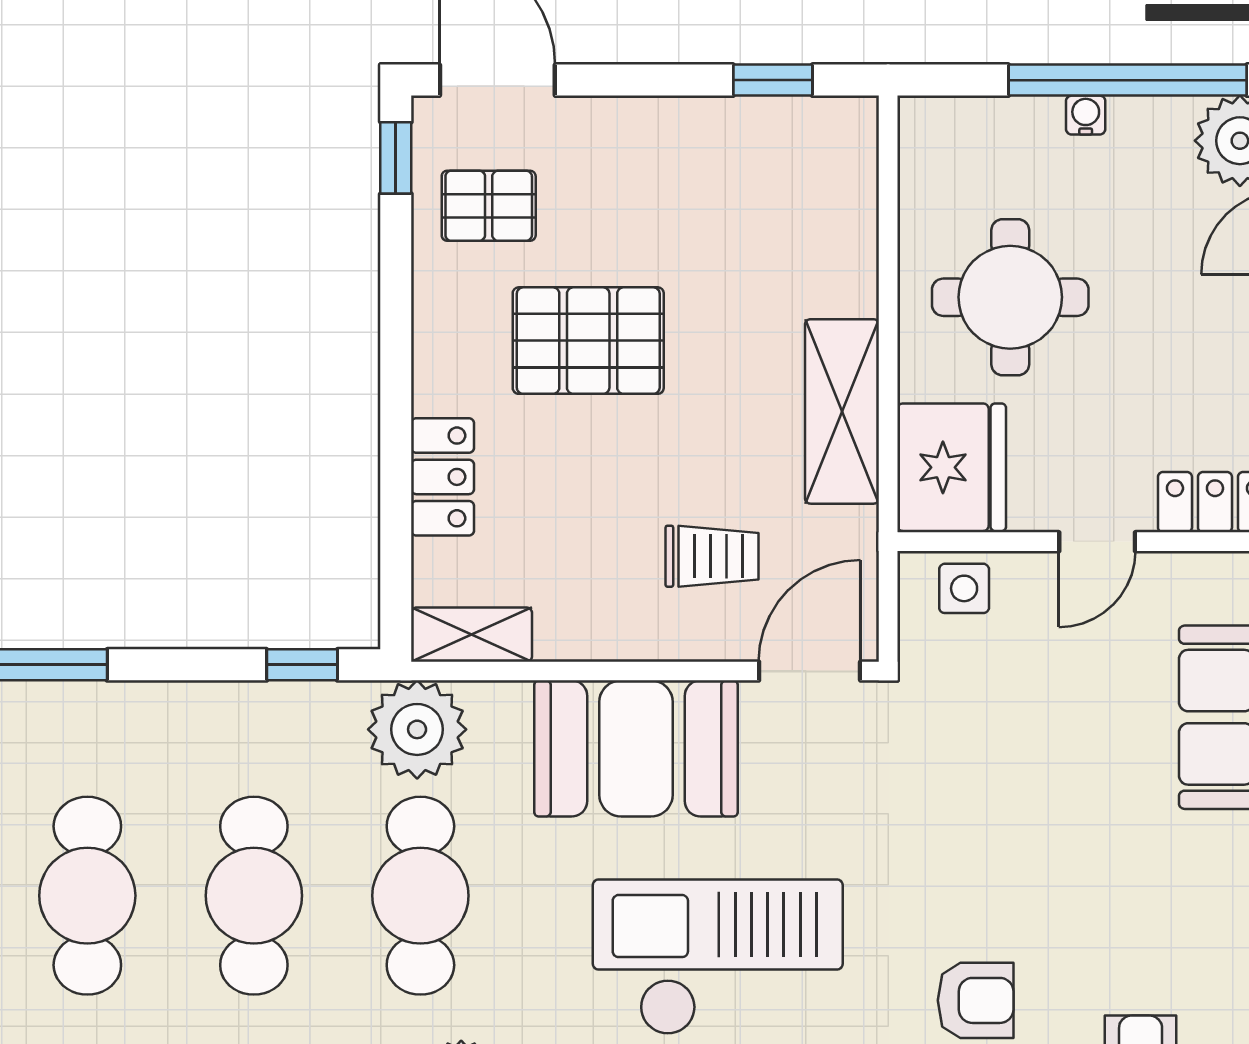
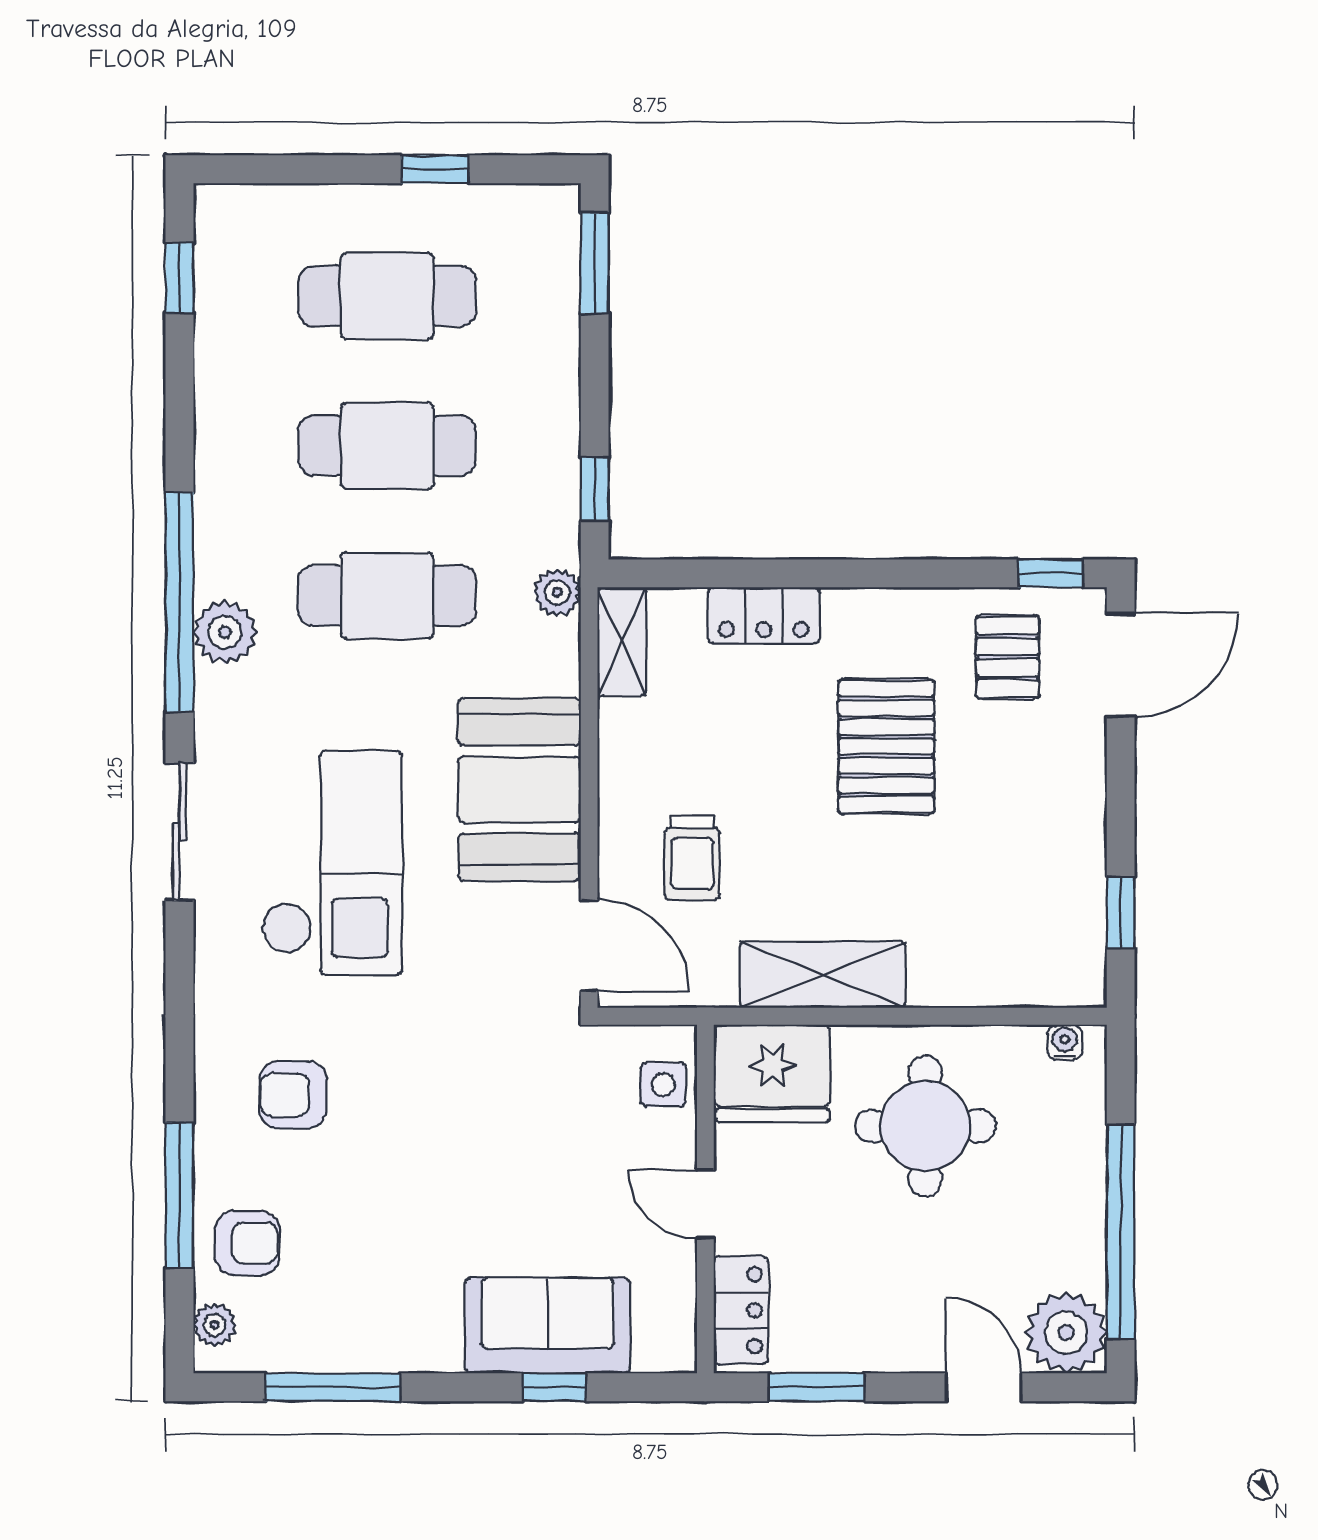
water cooler: (1086, 115) -> (1065, 1042), moved, turned -90
plant: (417, 729) -> (557, 592), width x0.53, depth x0.53
armchair: (976, 1000) -> (293, 1095), turned 90

